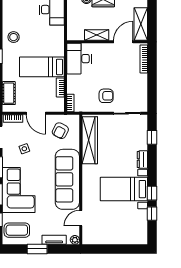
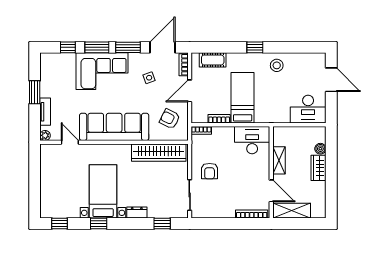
window: (152, 214) -> (60, 224), moved
coffee table: (17, 230) -> (56, 69), removed

